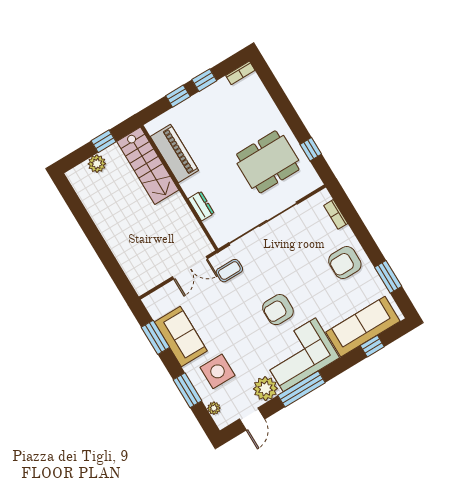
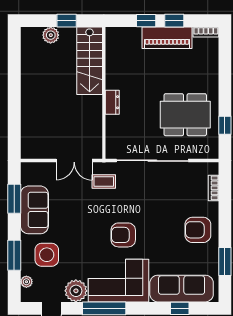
piano: (174, 154) -> (167, 38), moved, turned 90
dresser: (201, 206) -> (112, 102), moved

